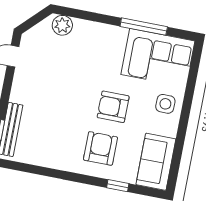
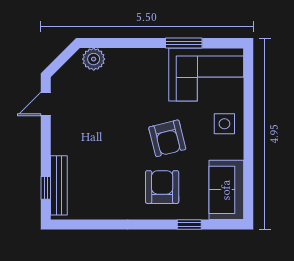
window: (144, 27) -> (184, 43), width x0.69
armchair: (113, 107) -> (167, 138), turned -104

